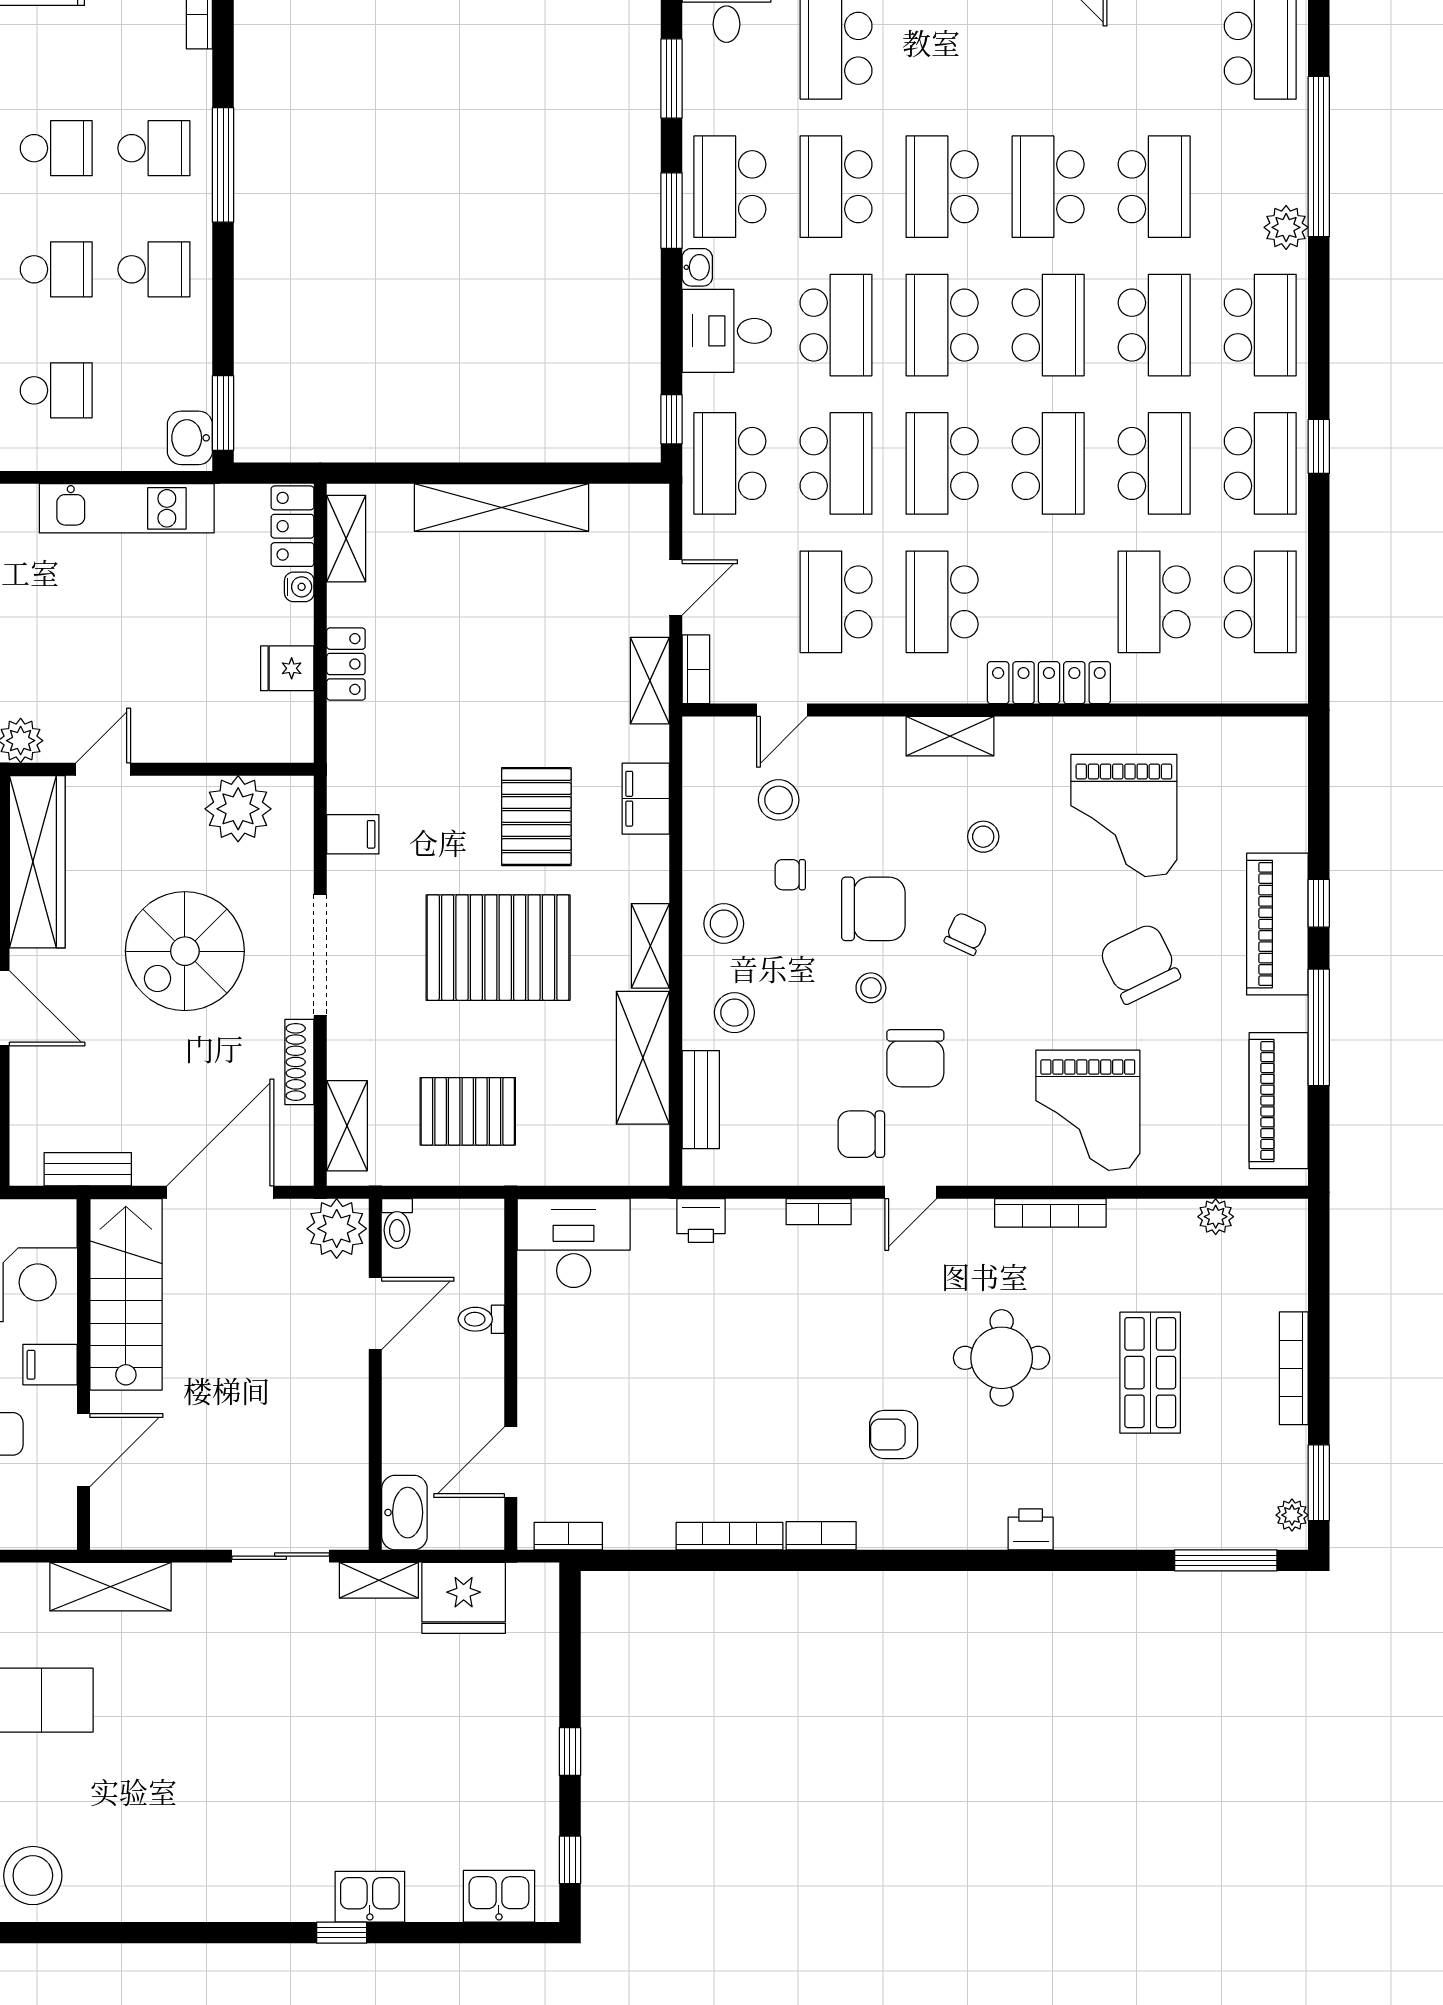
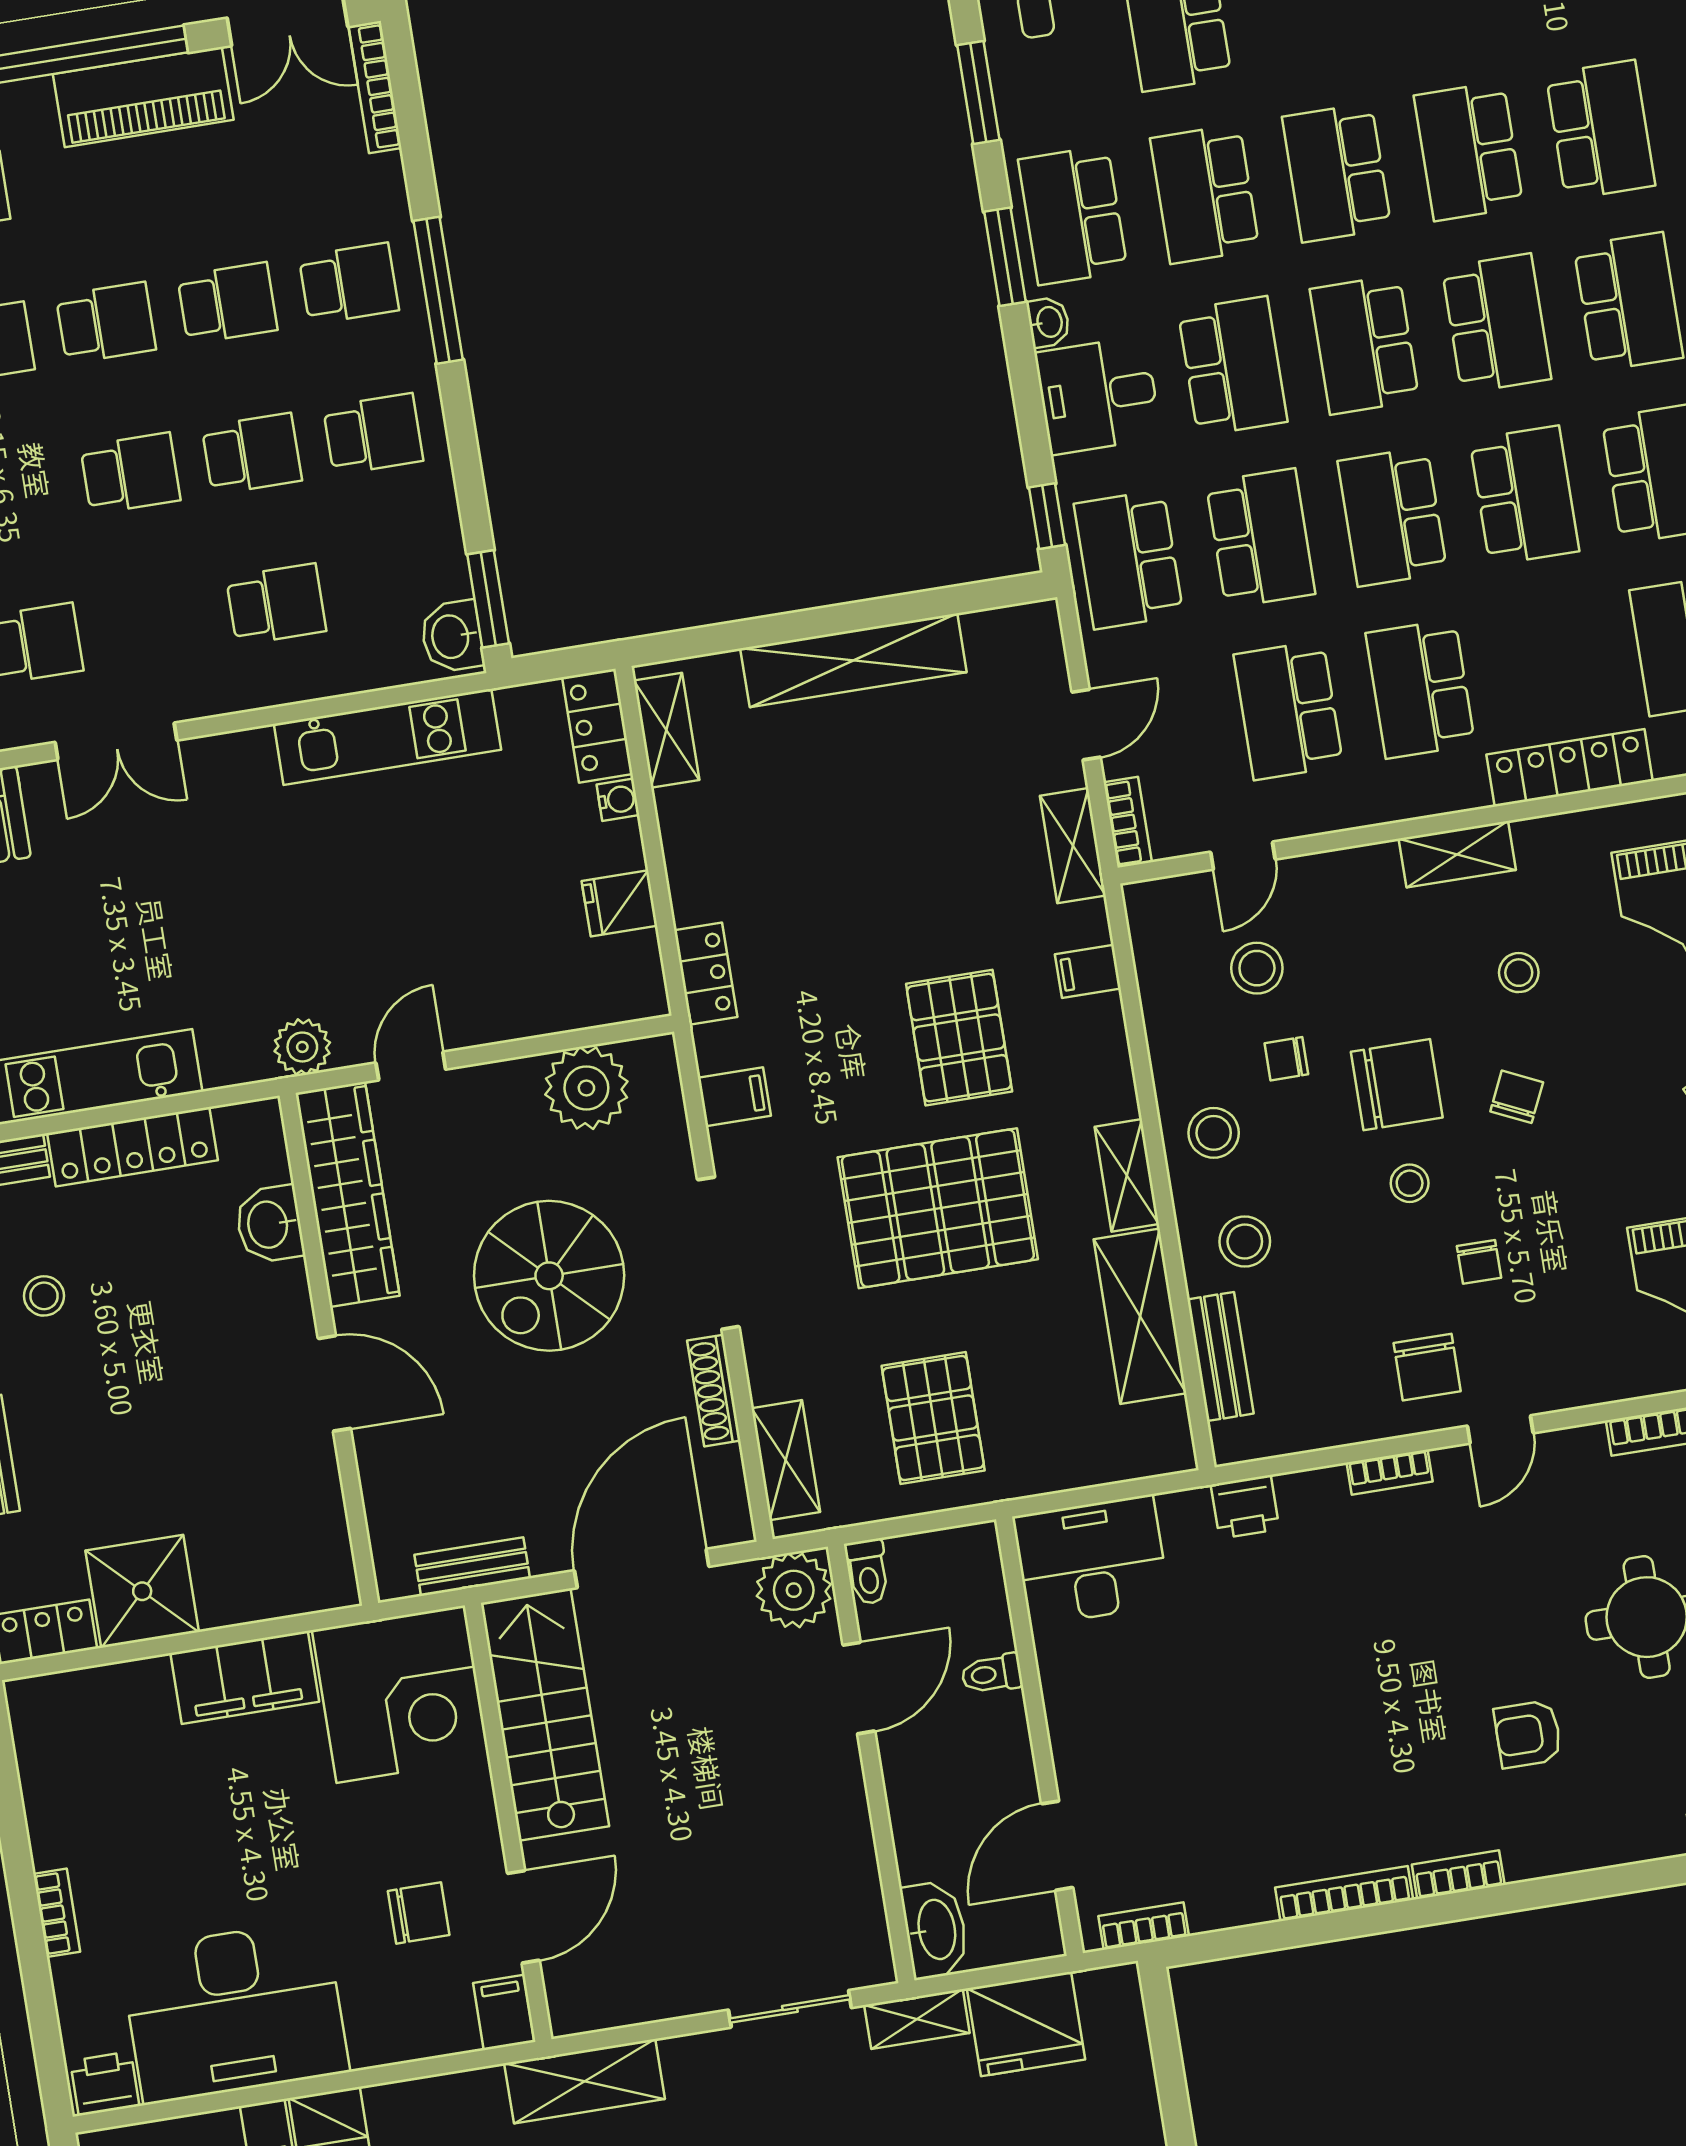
locker: (346, 664) -> (706, 974), moved
filing cabinet: (646, 799) -> (1088, 971), width x0.50
chair: (915, 1058) -> (1479, 1262), width x0.54, depth x0.54
pallet: (468, 1111) -> (933, 1418), turned 90
chair: (861, 1134) -> (1427, 1367), turned -90
filing cabinet: (50, 1365) -> (504, 2012), moved, turned 90

